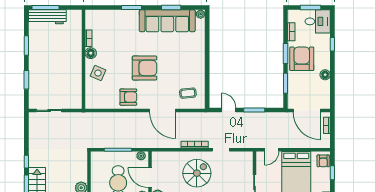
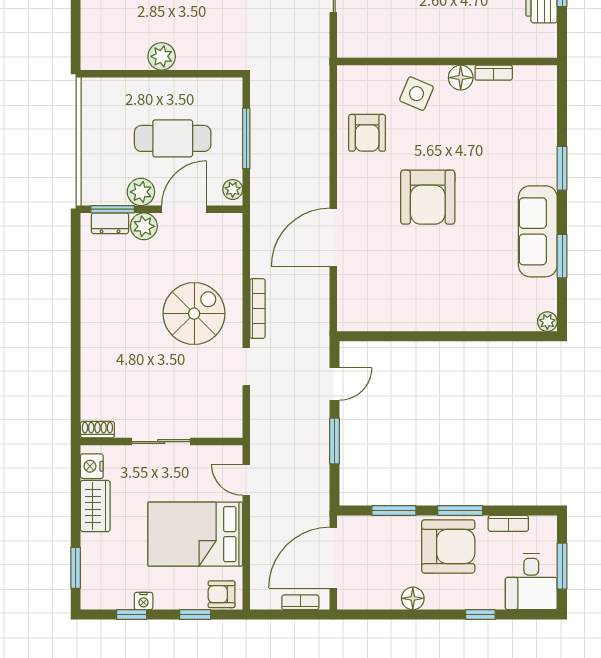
sofa: (167, 21) -> (538, 231), width x0.74, depth x0.79
coffee table: (188, 93) -> (372, 294), removed
armchair: (128, 97) -> (367, 133), moved
spiral stairs: (197, 173) -> (194, 314), turned -90

